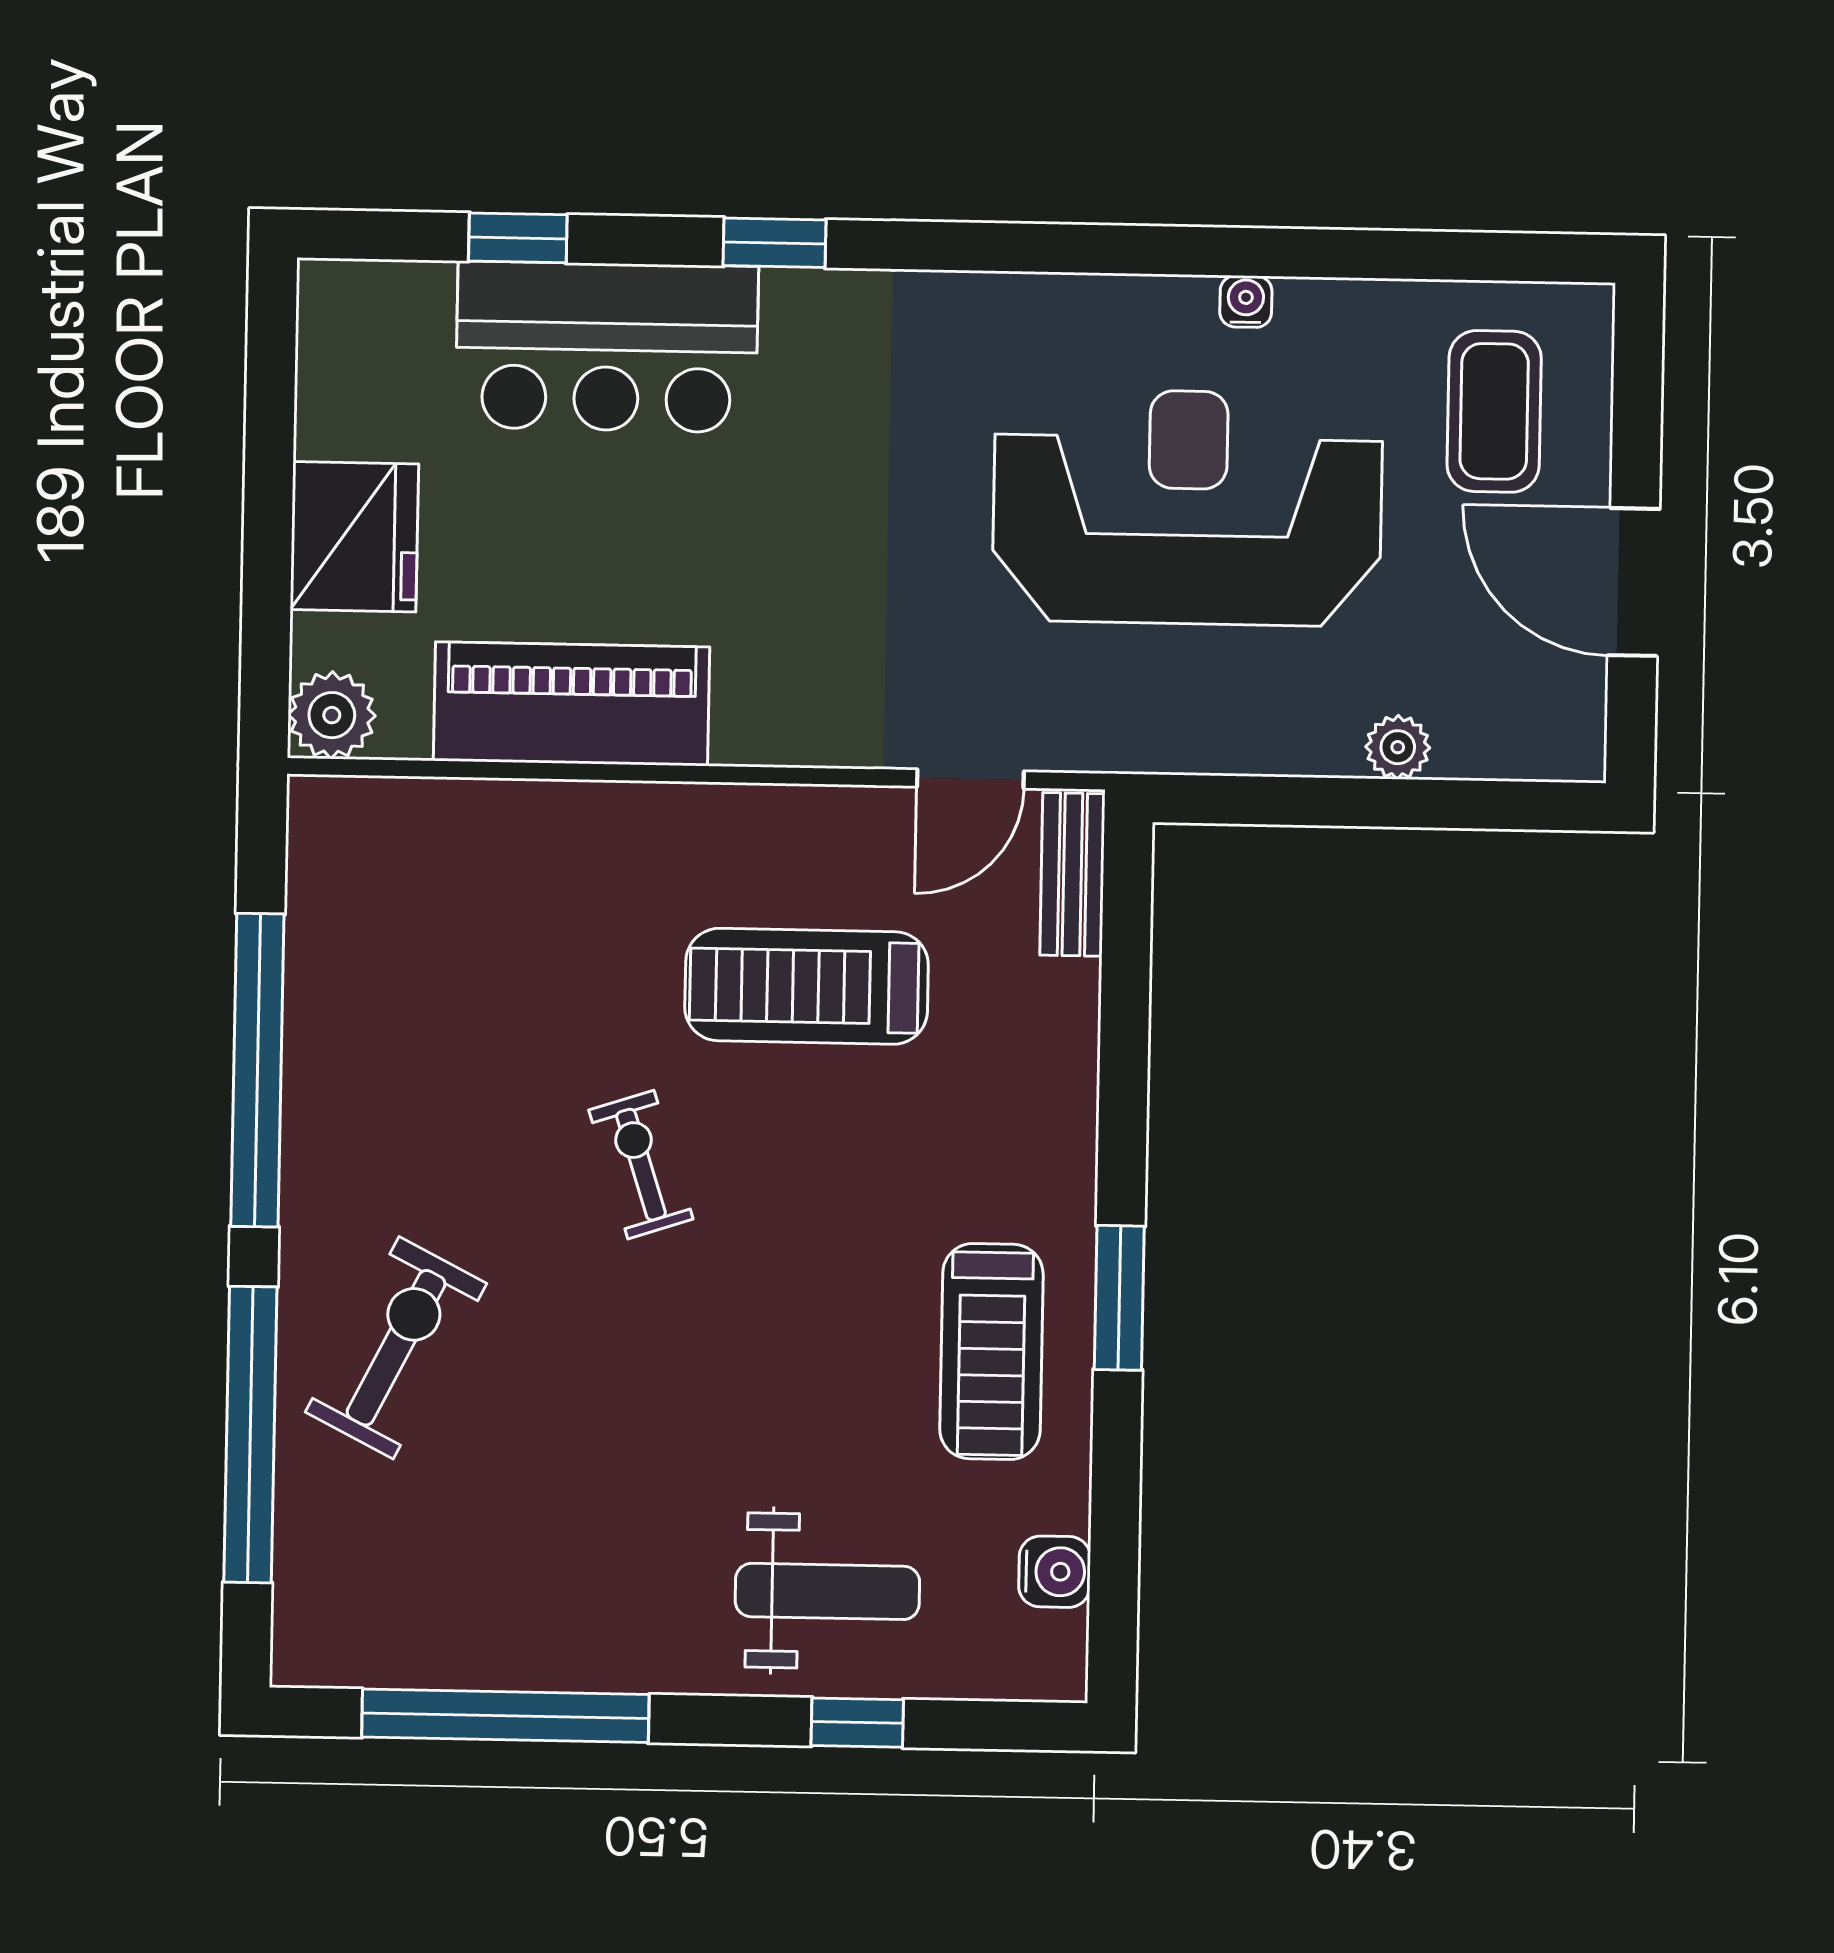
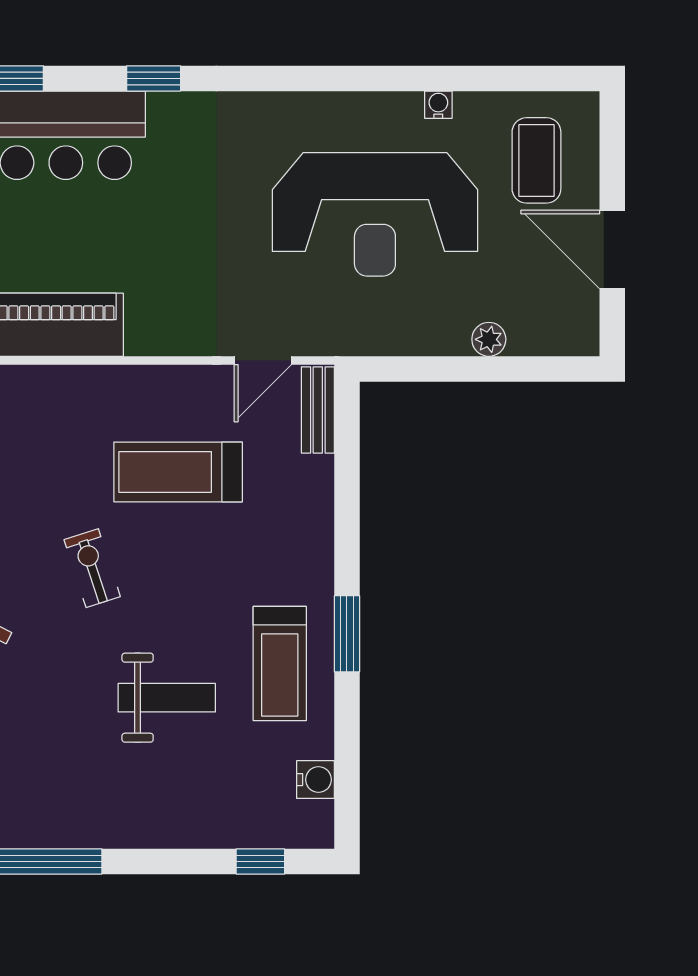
water cooler: (1246, 301) -> (438, 105), moved
reception desk: (1187, 507) -> (375, 214), turned 180
weight bench: (827, 1591) -> (167, 698), moved
window: (857, 1723) -> (260, 861), moved

